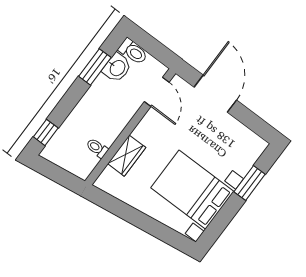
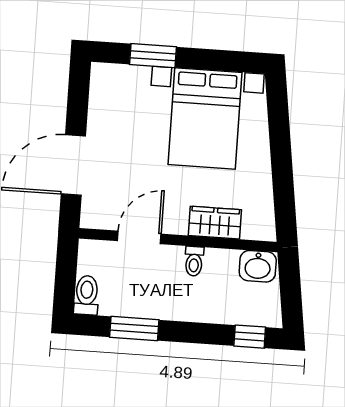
washbasin: (117, 68) -> (258, 266), moved, turned 180
door: (157, 92) -> (139, 237), moved
toilet: (97, 148) -> (194, 261), moved

